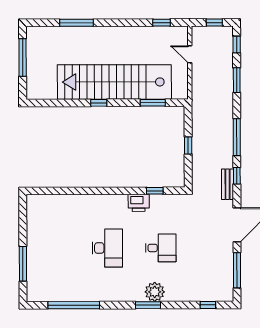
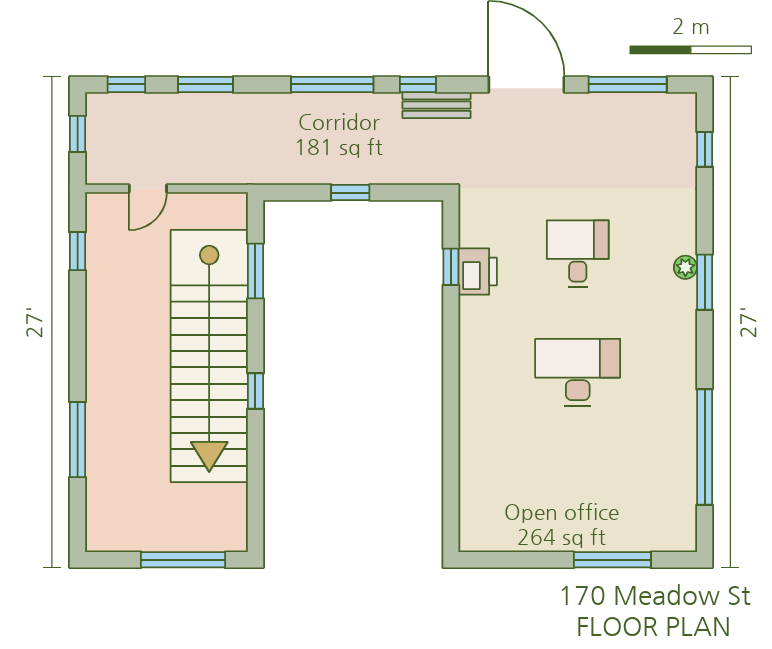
window: (23, 57) -> (183, 560), moved
printer: (139, 203) -> (478, 271), moved
plant: (155, 292) -> (685, 267), width x0.53, depth x0.53

